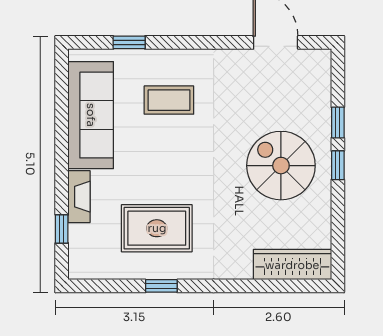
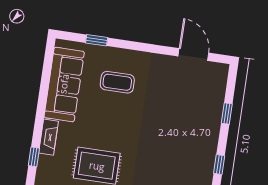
window: (338, 165) -> (219, 164), moved
spiral stairs: (281, 166) -> (185, 136), removed

